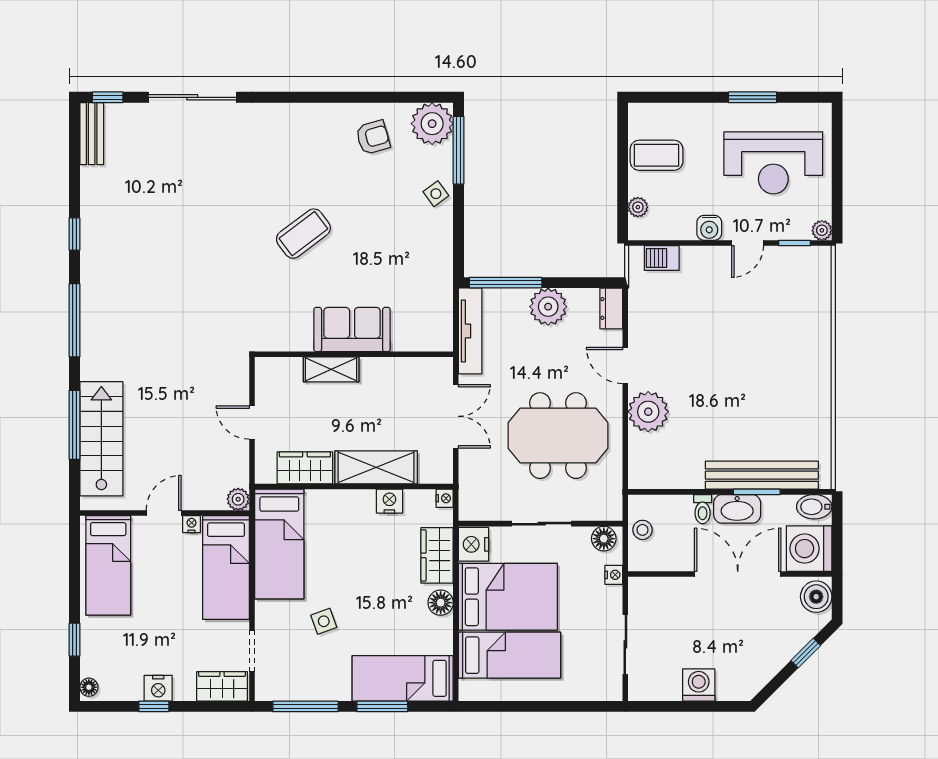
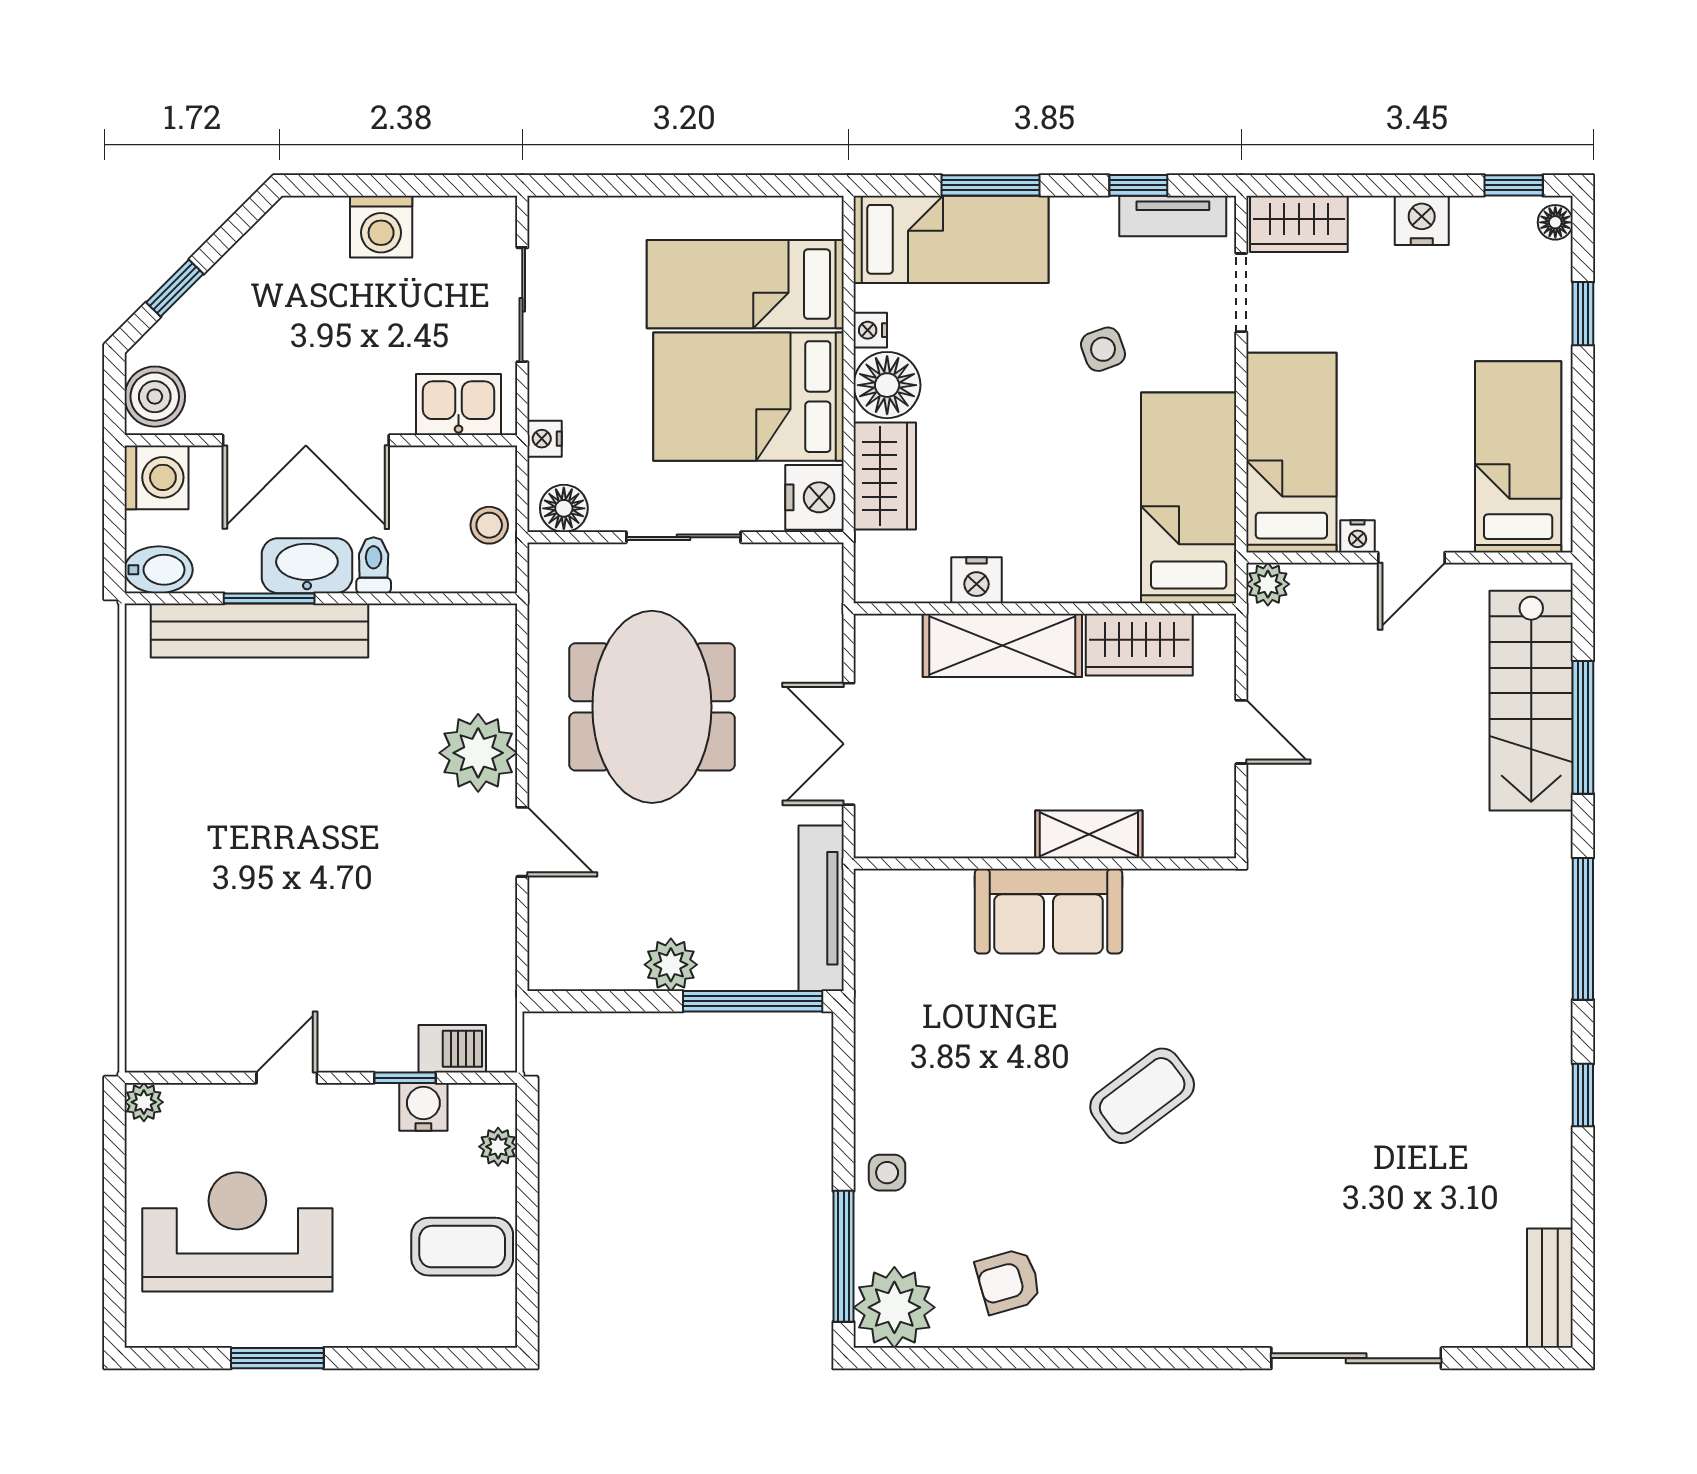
window: (108, 97) -> (1519, 1358), removed
side table: (436, 194) -> (887, 1173), turned 36
water cooler: (709, 228) -> (423, 1107), moved
window: (794, 243) -> (405, 1078), moved
plant: (548, 307) -> (671, 965), width x0.73, depth x0.73
dresser: (611, 308) -> (549, 952), removed
meeting table: (558, 436) -> (652, 707), turned 90
nightstand: (445, 498) -> (870, 330), moved
washing machine: (809, 549) -> (157, 477), width x0.73, depth x0.73
kitchen sink: (658, 593) -> (459, 405), added
floor lamp: (441, 603) -> (887, 385), width x1.38, depth x1.38
tv unit: (288, 691) -> (1173, 216), added
window: (154, 706) -> (1514, 185), moved
window: (305, 706) -> (1138, 185), width x0.46

